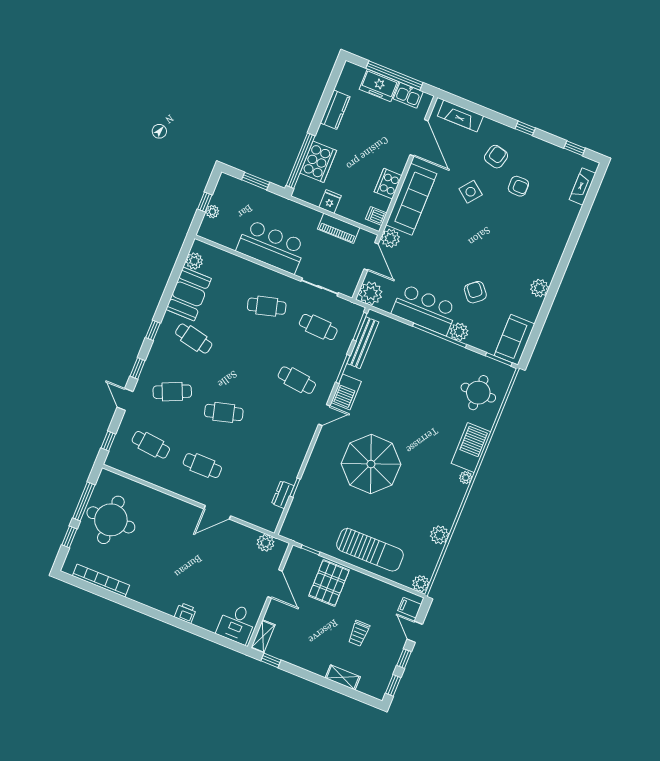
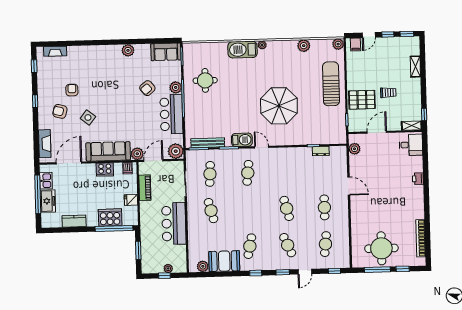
round table: (478, 393) -> (205, 80), moved
trolley: (359, 633) -> (388, 93), moved

